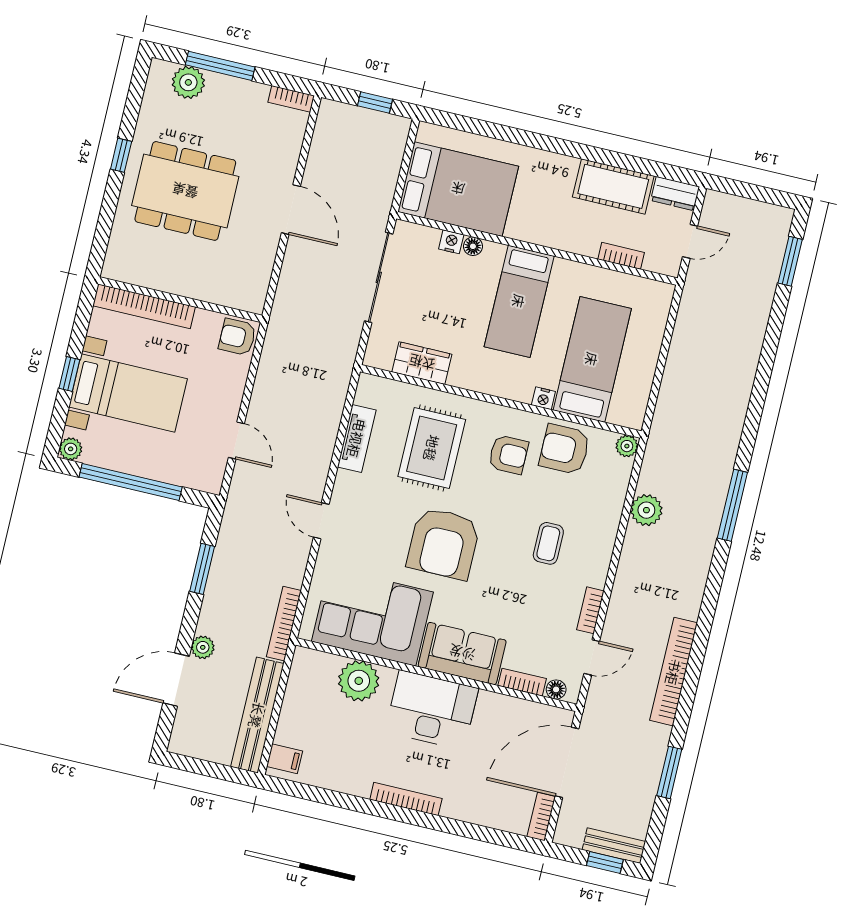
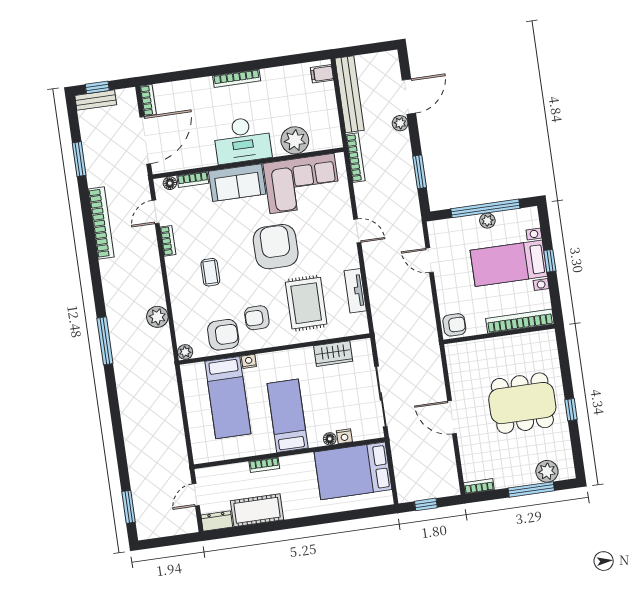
bookcase: (621, 256) -> (264, 465), moved
plant: (71, 449) -> (487, 221), moved

